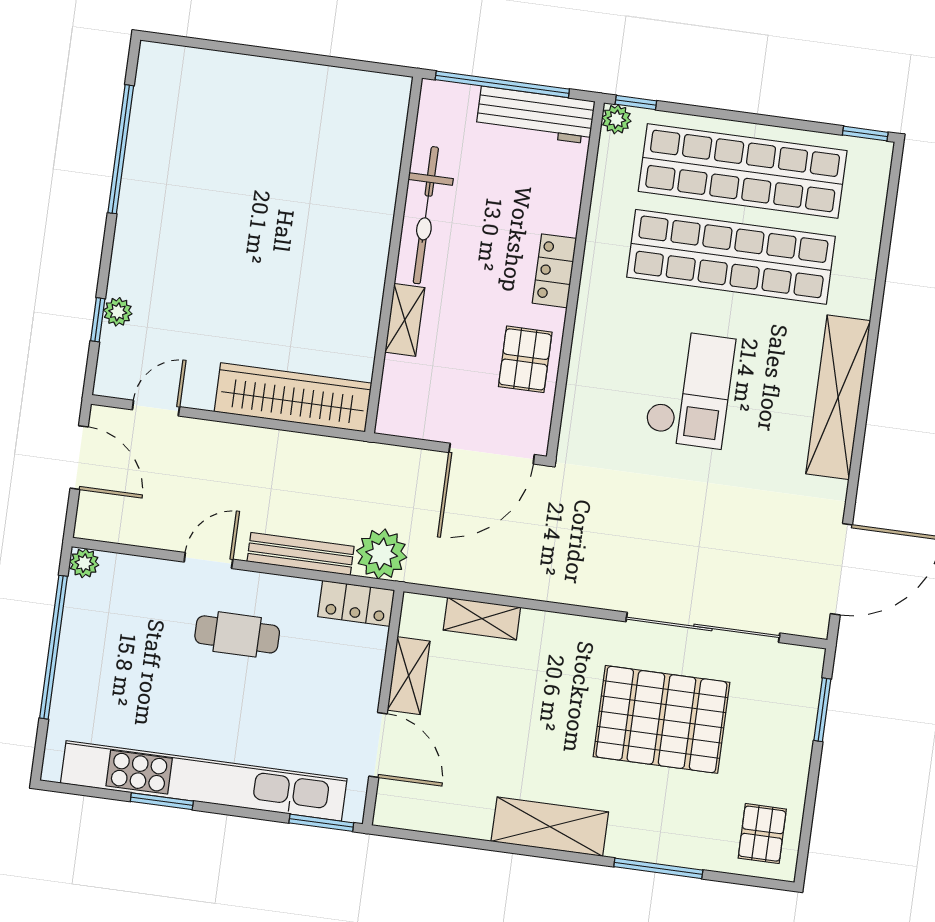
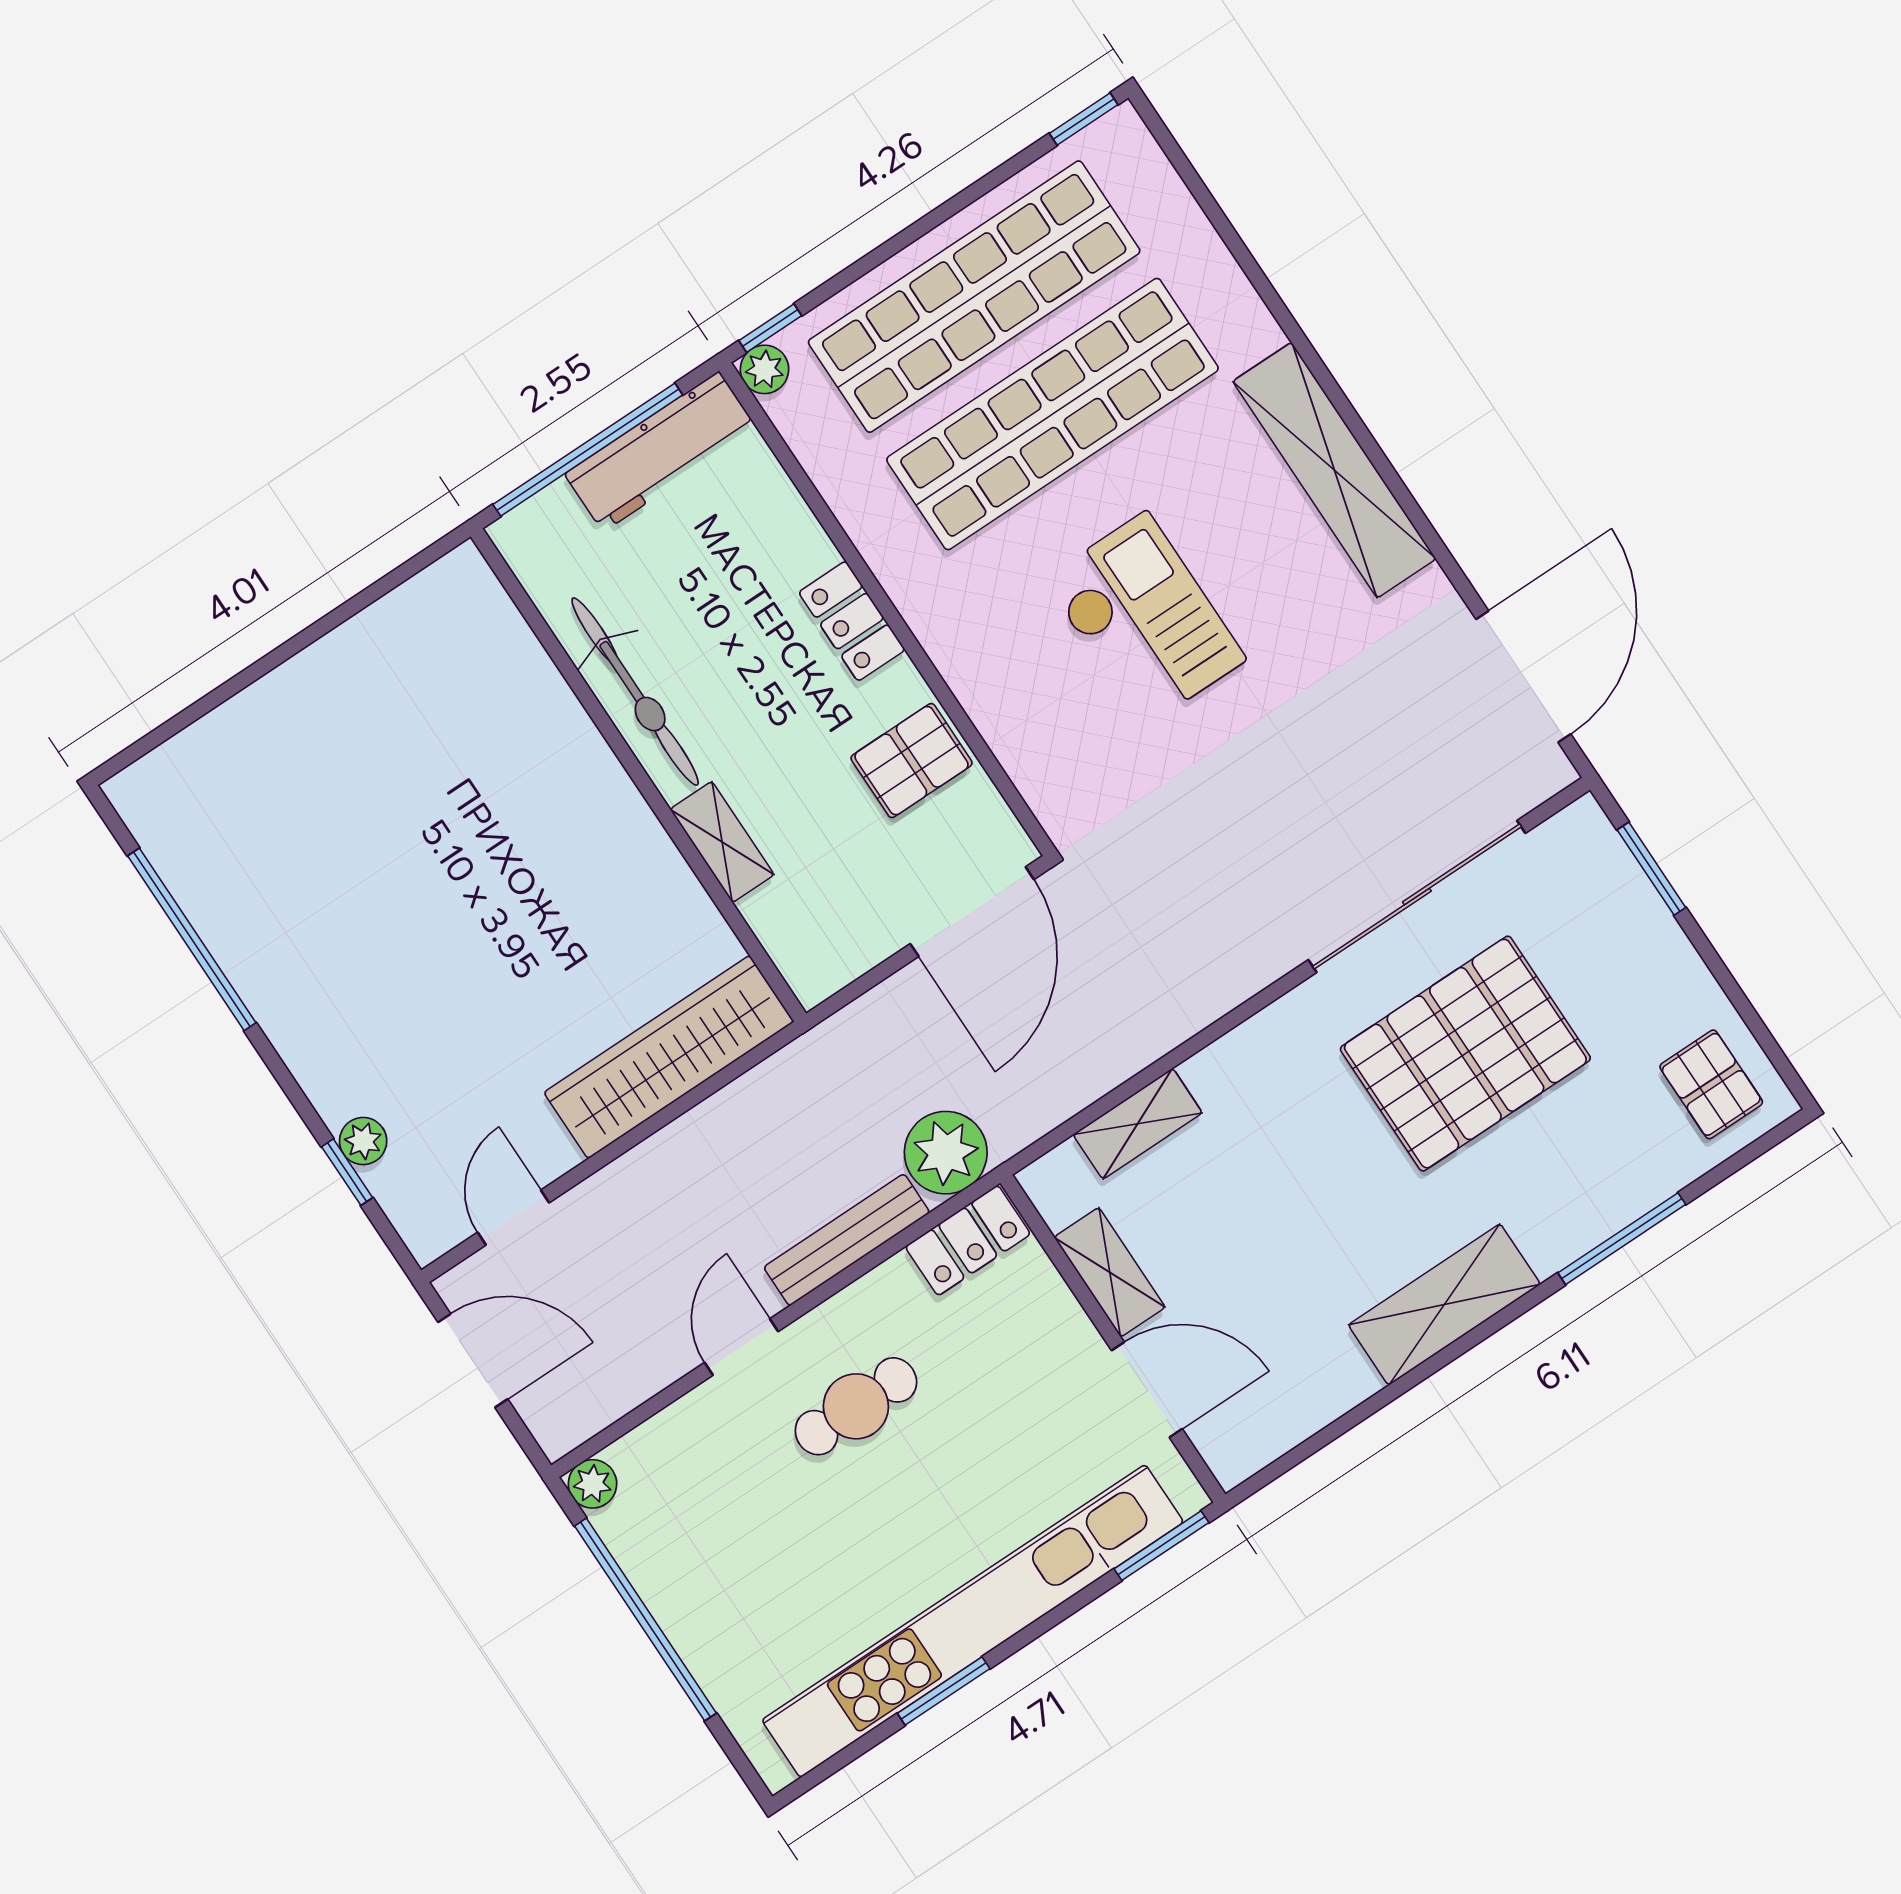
pallet: (525, 359) -> (912, 761), turned 90

